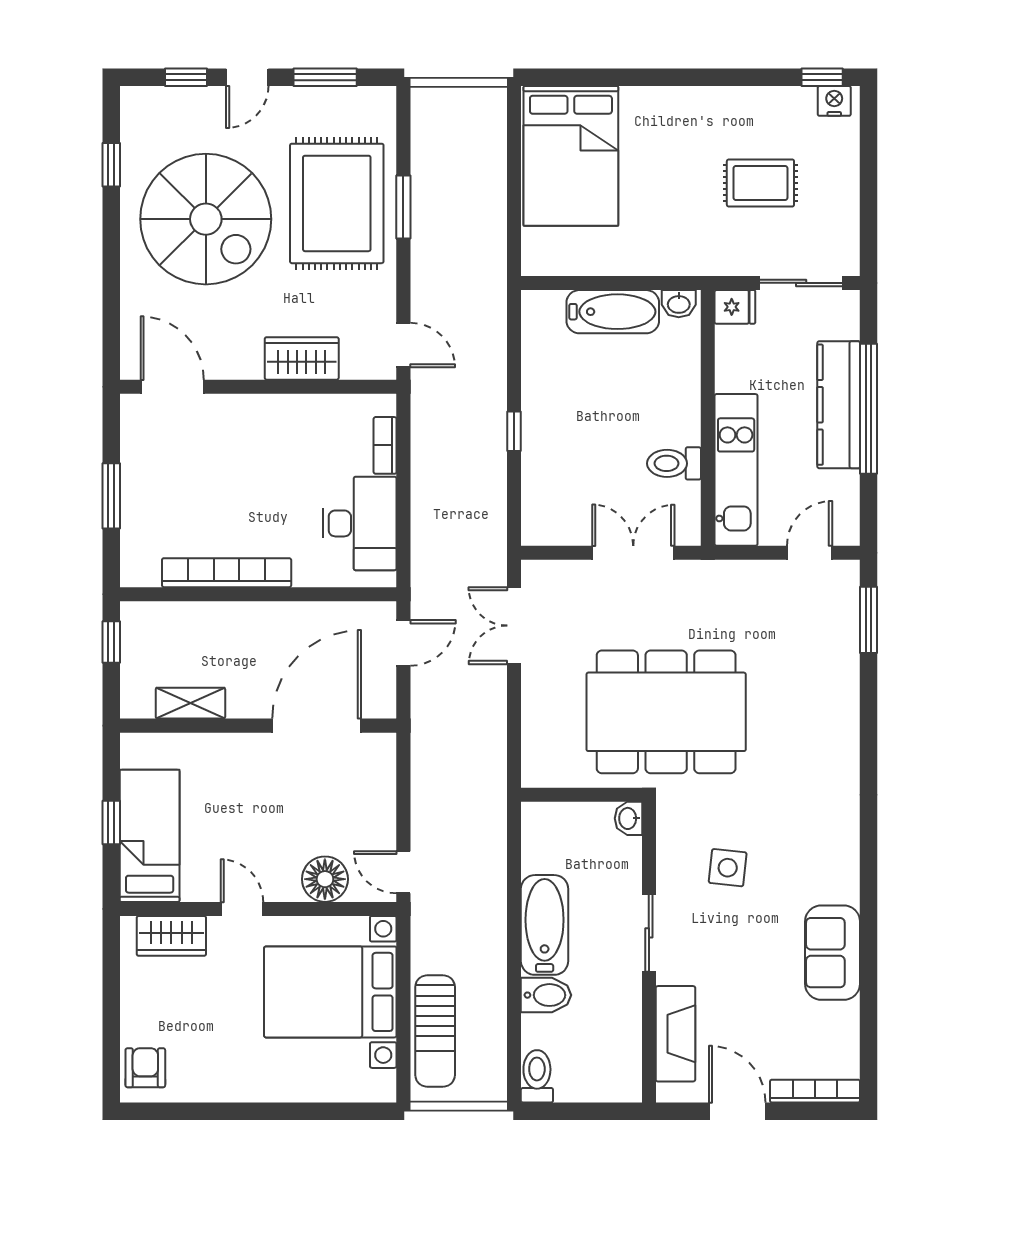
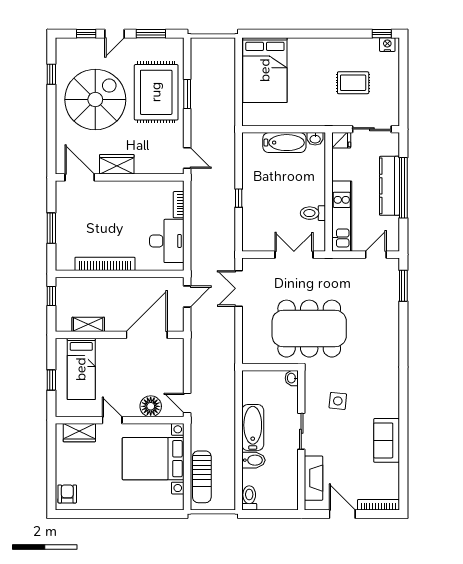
spiral stairs: (206, 219) -> (95, 100), turned -90
wardrobe: (302, 358) -> (117, 164), moved
bed: (150, 836) -> (81, 369), moved, turned 180

